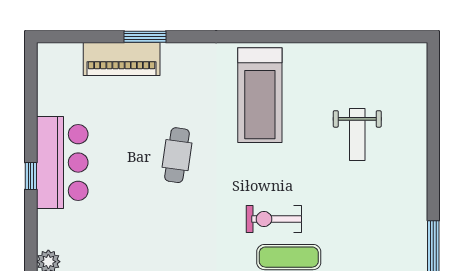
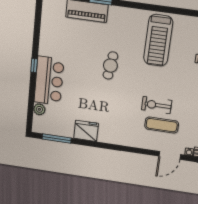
bar counter: (62, 163) -> (49, 81), moved

